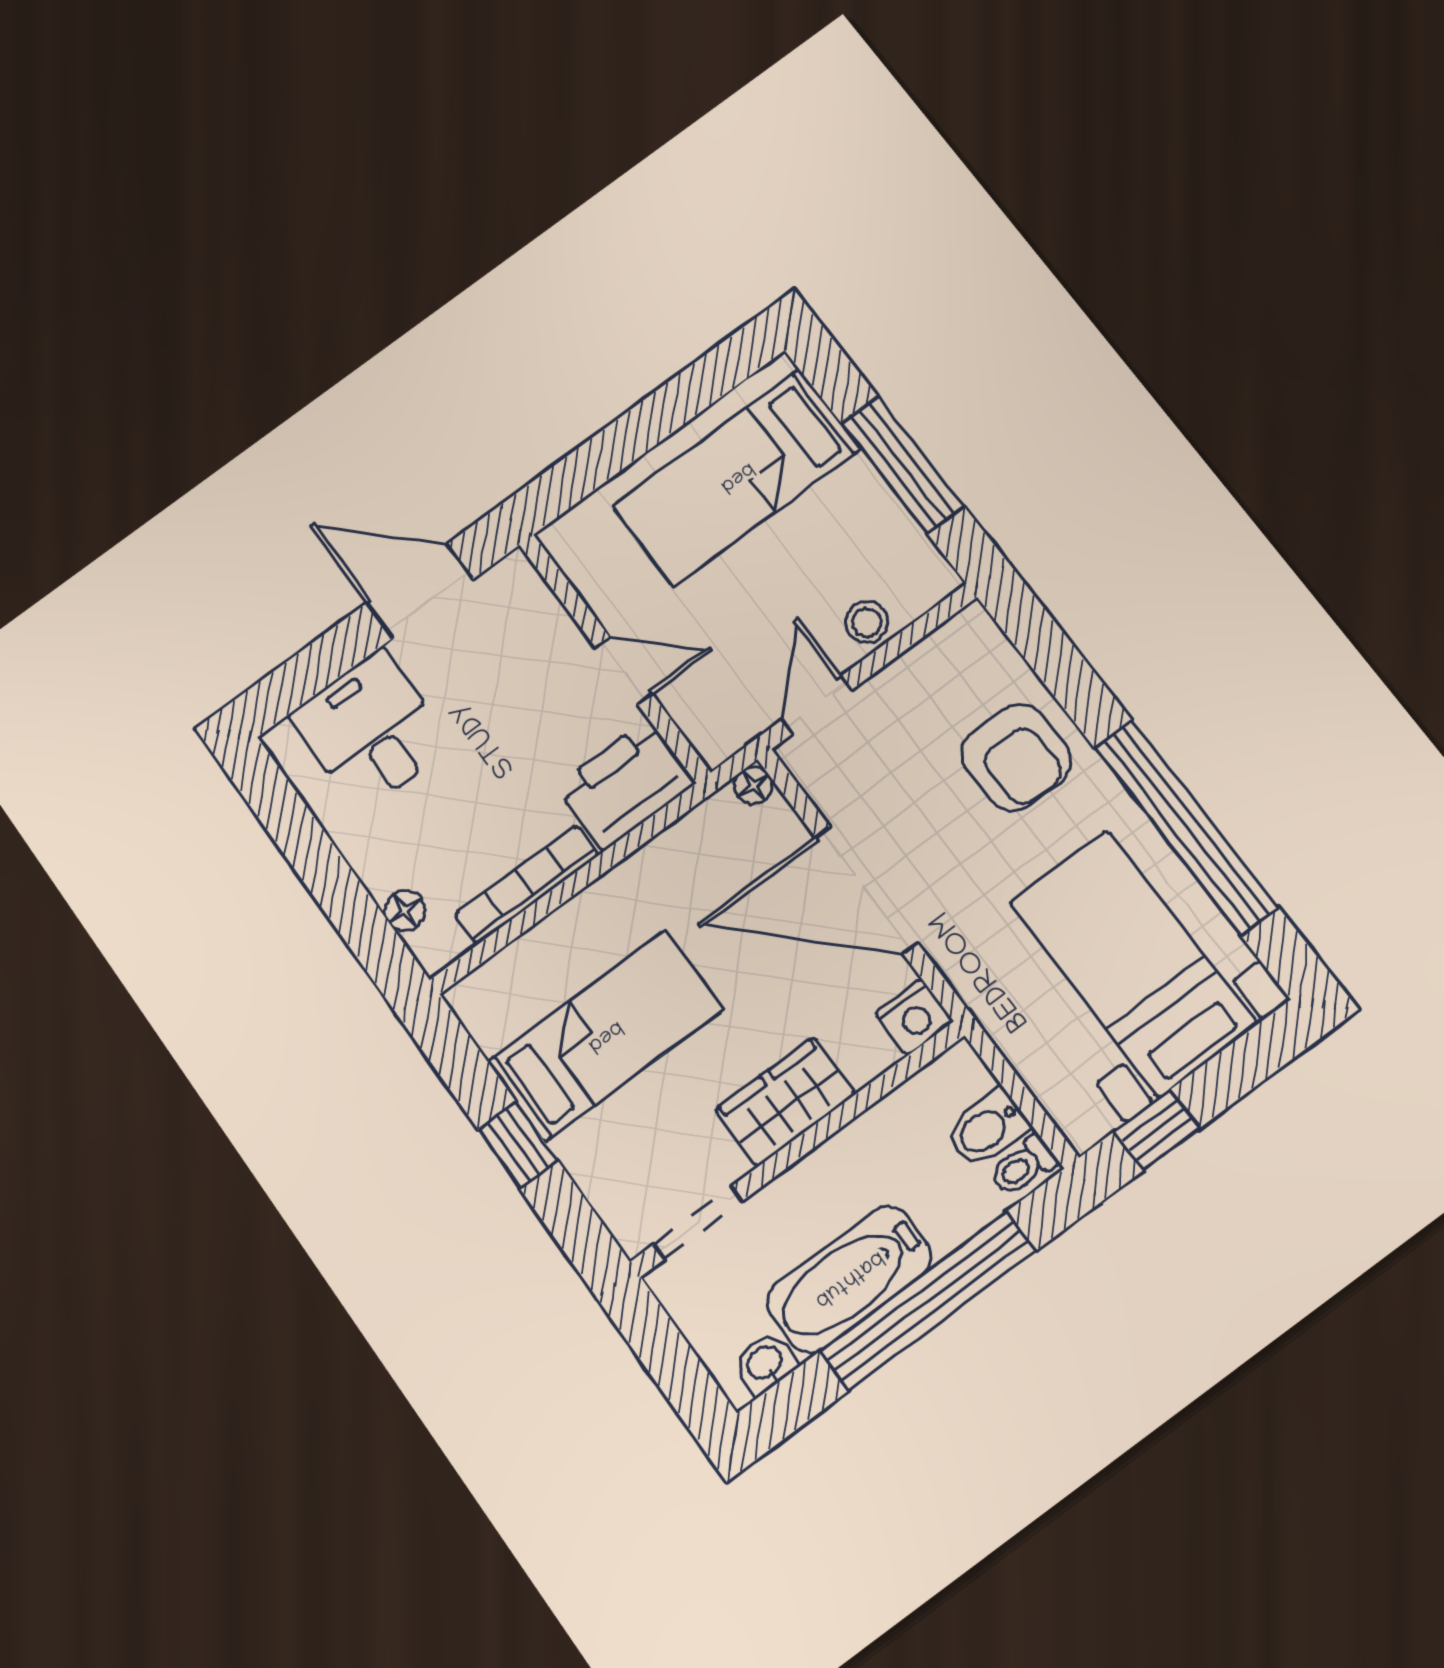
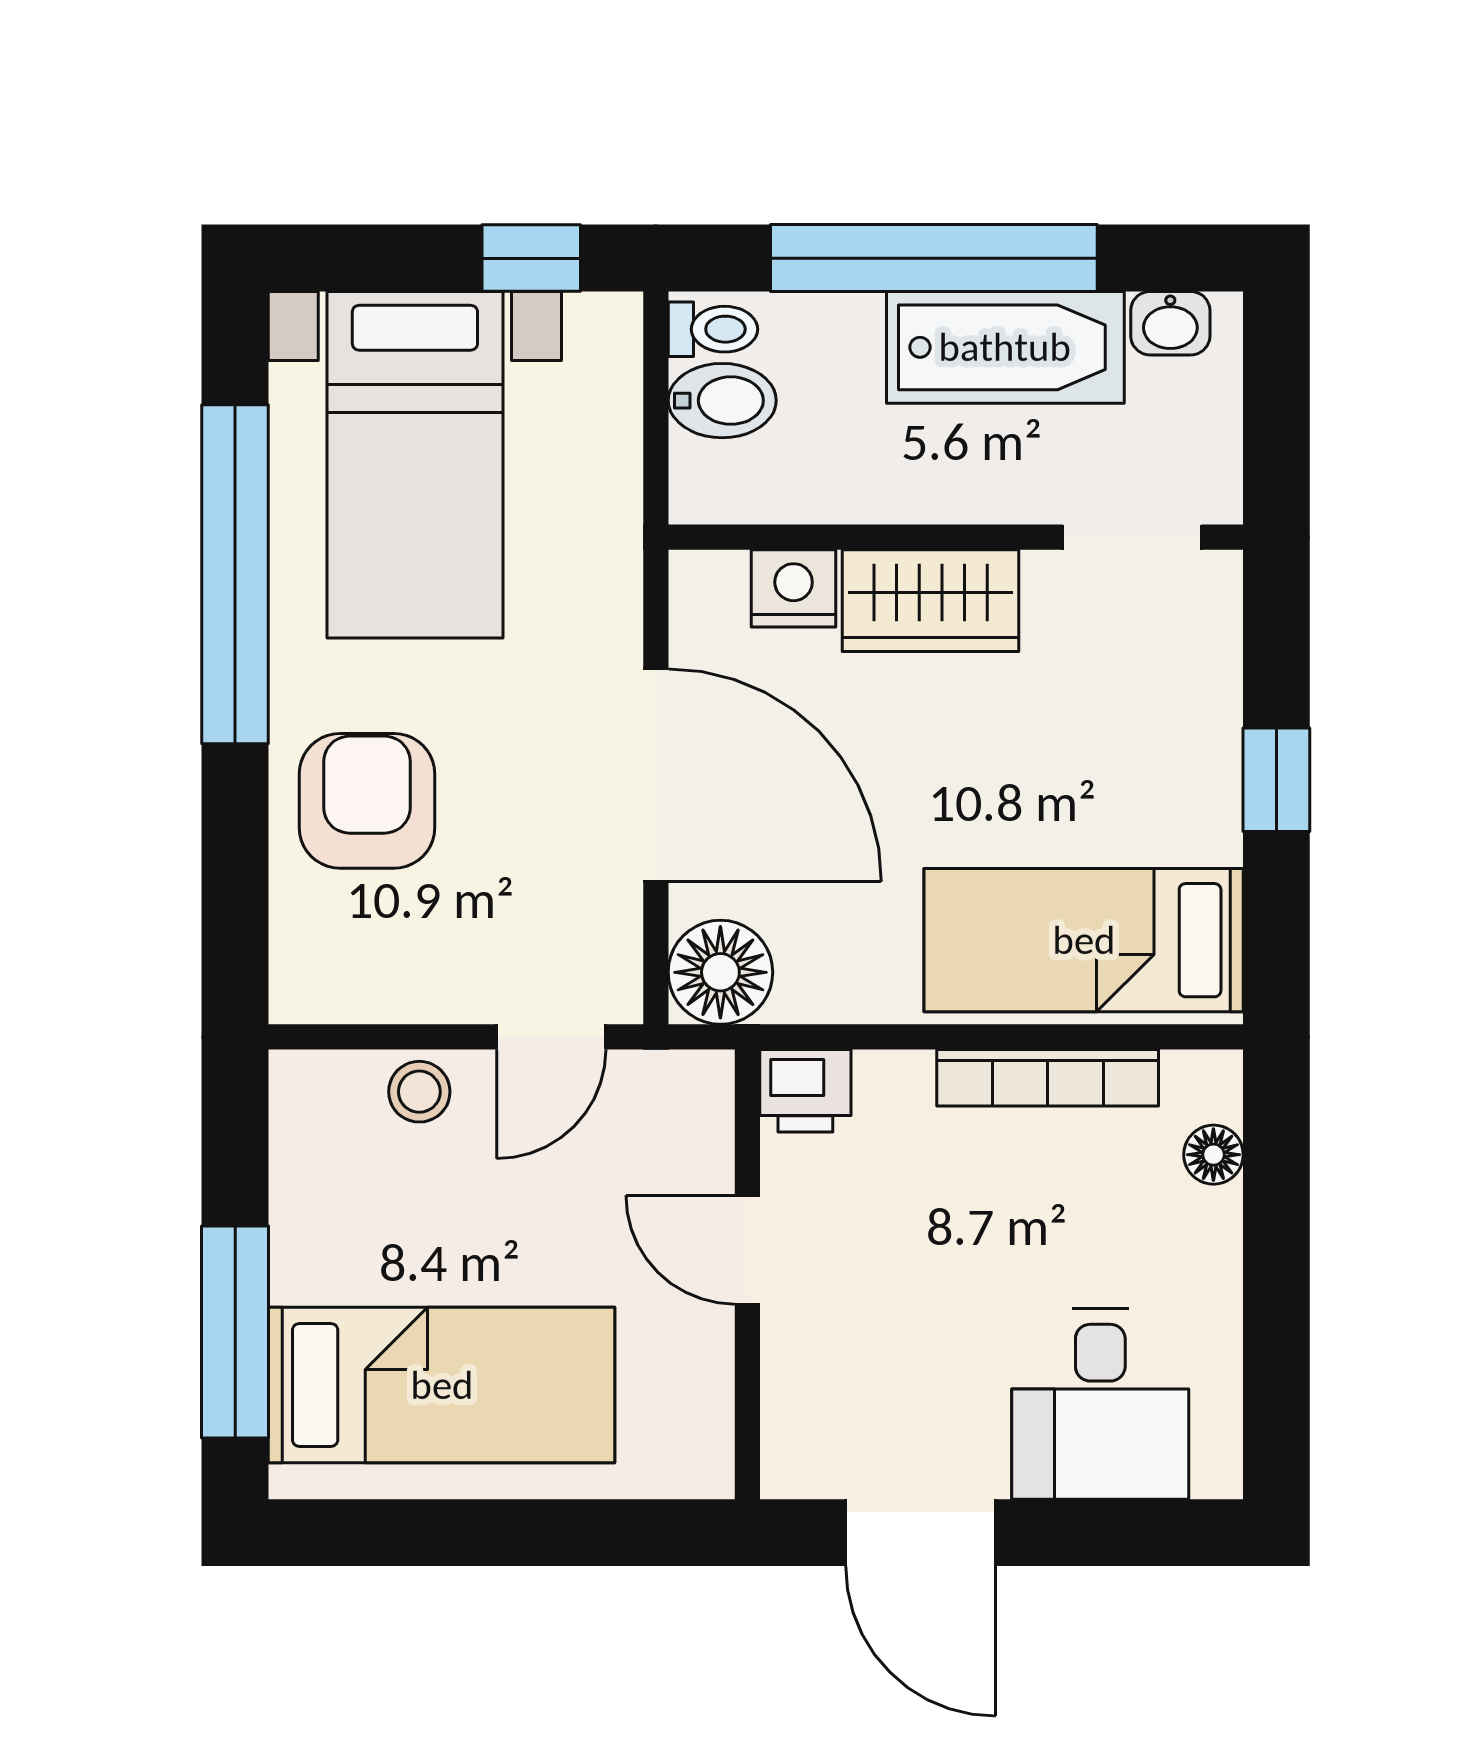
window: (902, 465) -> (235, 1332), moved
printer: (625, 785) -> (805, 1091), width x0.53, depth x0.68
floor lamp: (753, 785) -> (720, 972), width x1.89, depth x1.89
nightstand: (914, 1017) -> (794, 588), moved
bed: (605, 1036) -> (1084, 940), moved

